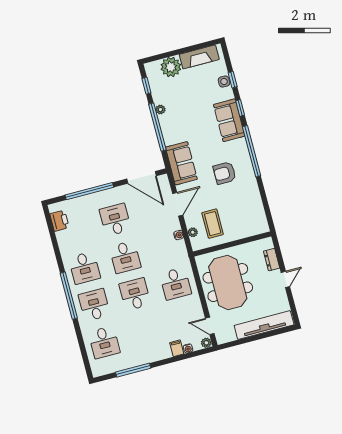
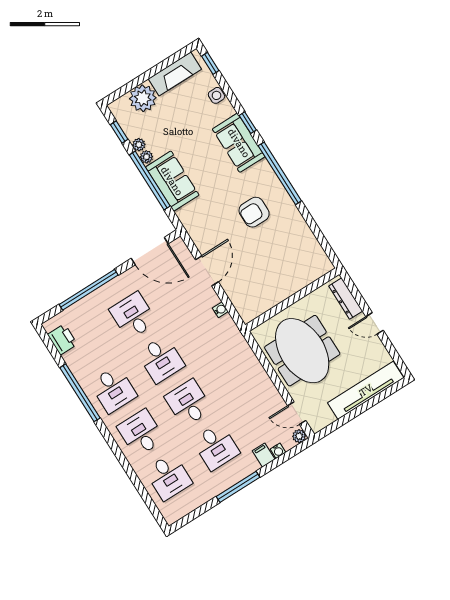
window: (233, 80) -> (210, 63), moved
sofa: (181, 163) -> (172, 181), moved
coffee table: (213, 224) -> (259, 281), removed
plant: (193, 232) -> (139, 145), moved
dresser: (272, 260) -> (346, 299), width x1.44
door: (285, 279) -> (375, 323), swing flipped
desk: (176, 284) -> (216, 447), moved
window: (69, 296) -> (80, 393), moved
window: (133, 370) -> (238, 487), moved

